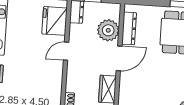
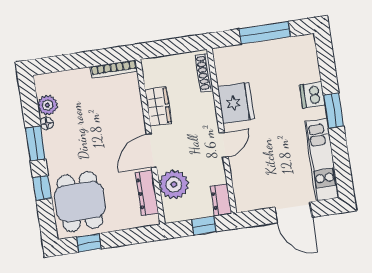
fridge: (55, 21) -> (236, 103), moved

